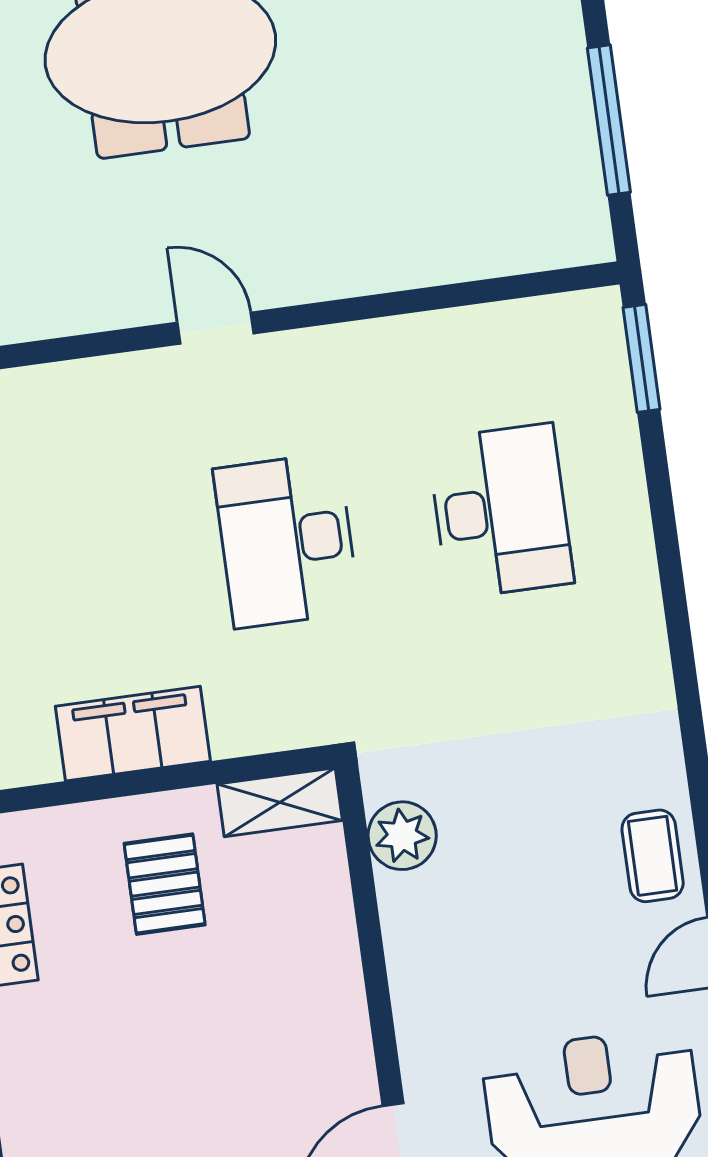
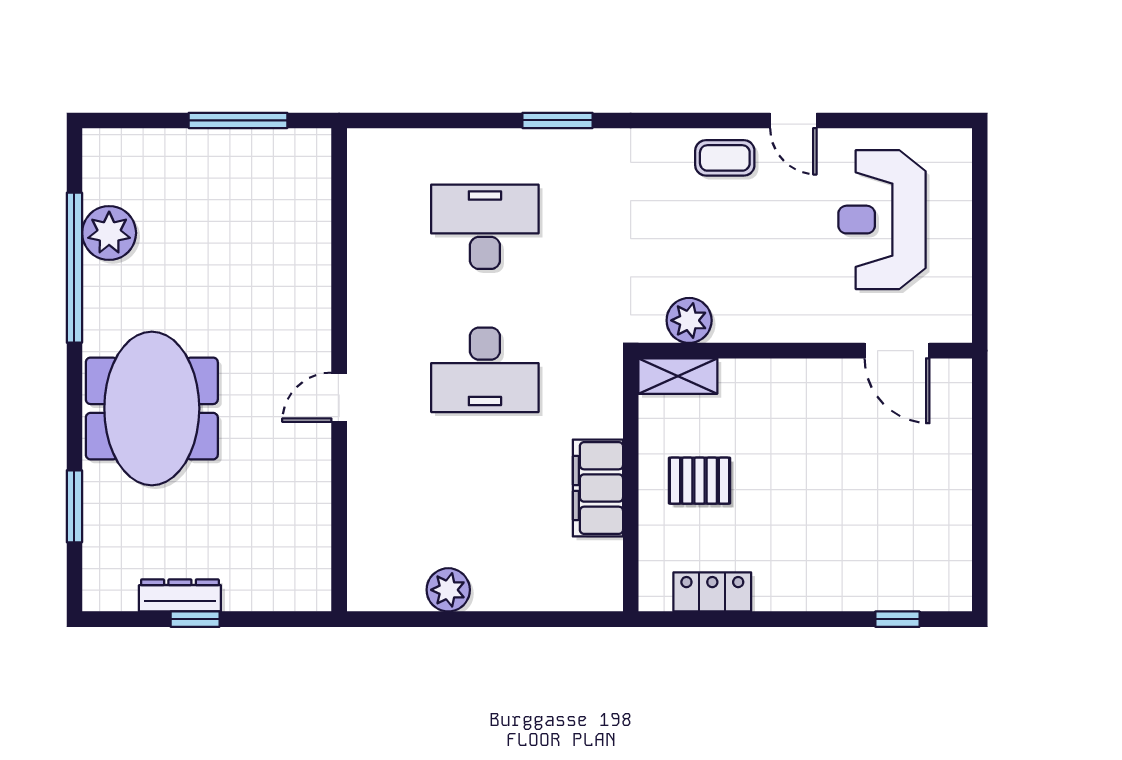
window: (642, 358) -> (558, 120), moved
shelving: (280, 802) -> (678, 376), moved, turned 90

